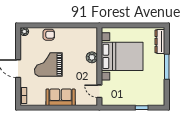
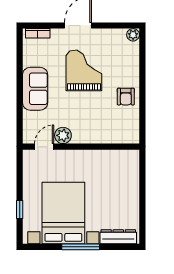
armchair: (49, 35) -> (126, 97), moved
bed with nightstands: (122, 56) -> (63, 213), moved, turned 180
plant: (92, 57) -> (63, 135), moved

